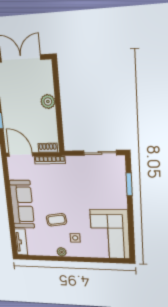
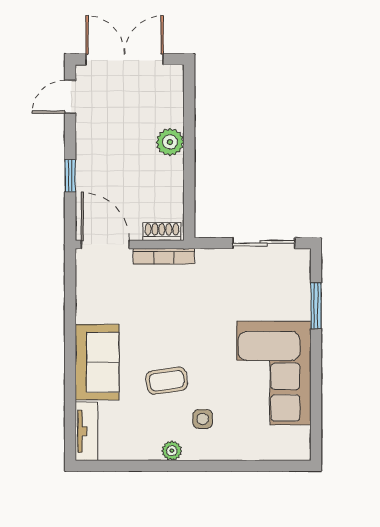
sofa: (22, 204) -> (97, 362), width x0.73
corner sofa: (110, 234) -> (274, 373), moved

